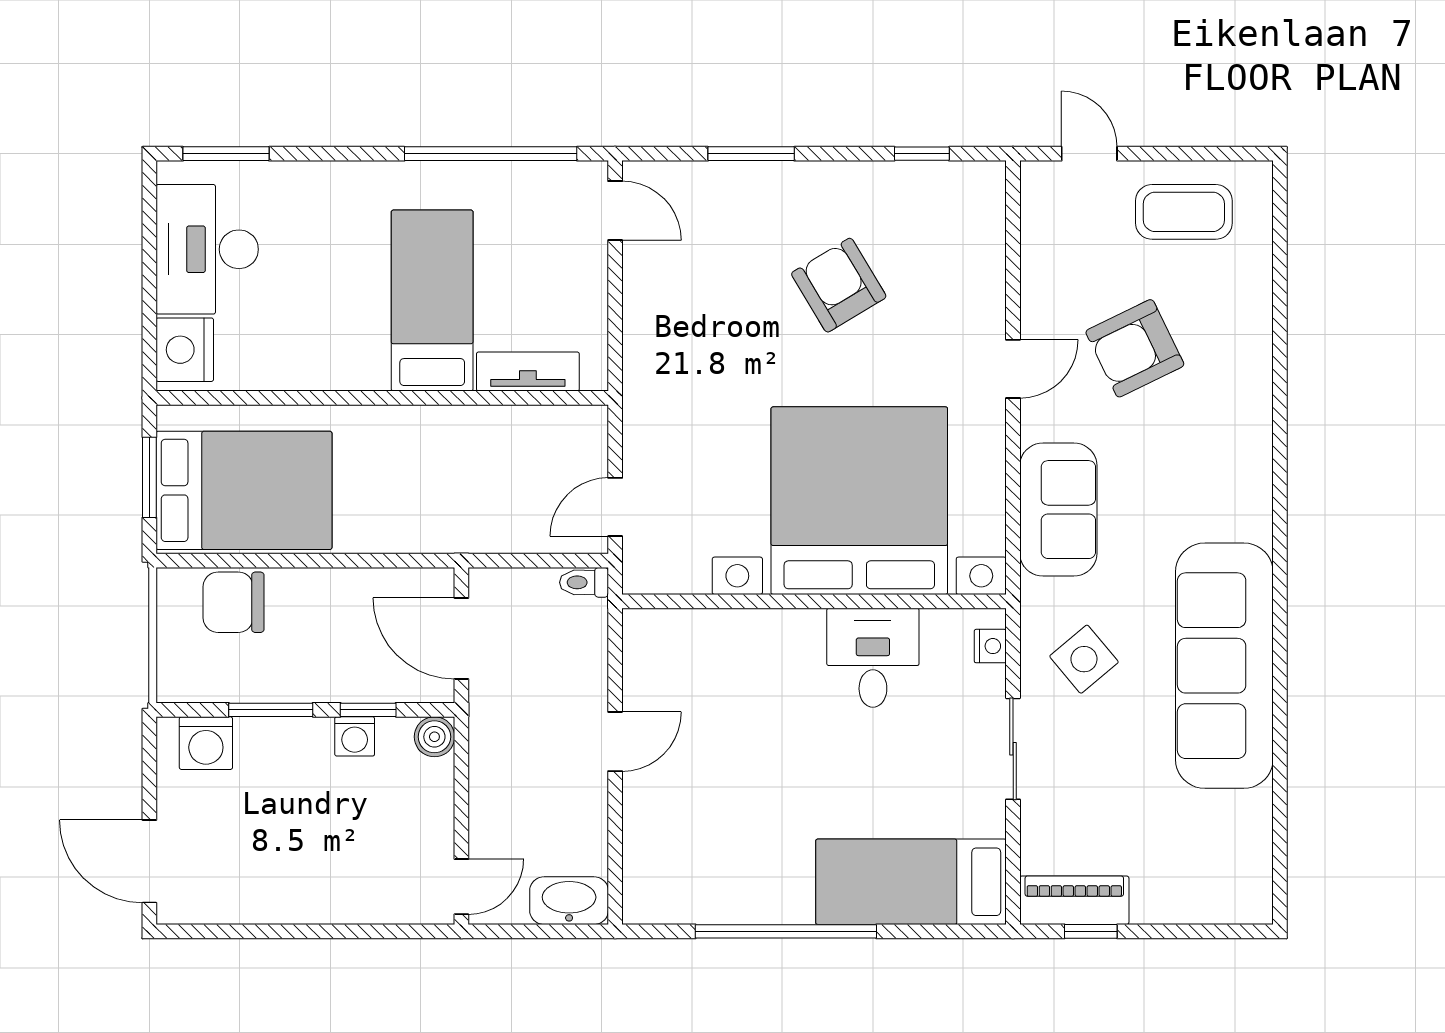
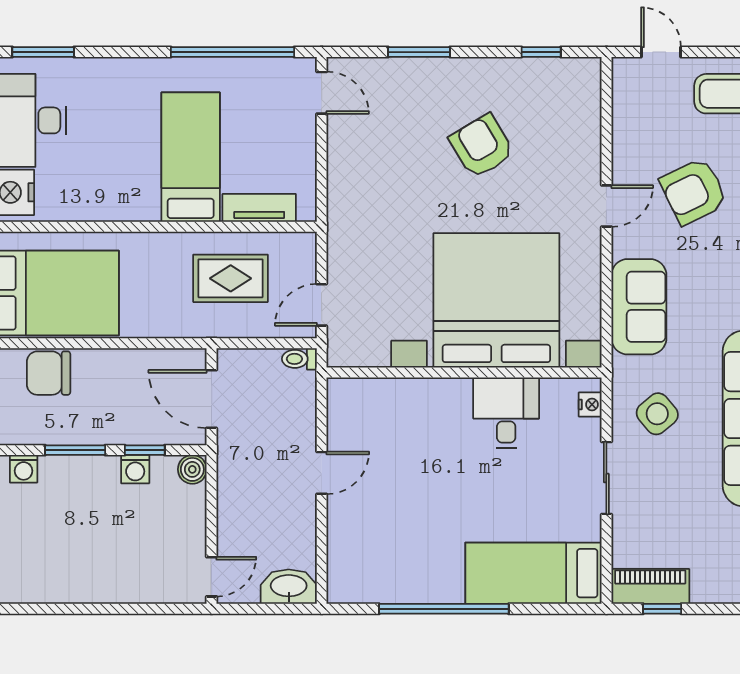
rug: (488, 470) -> (231, 278), added
washing machine: (206, 743) -> (24, 469), width x0.73, depth x0.73

